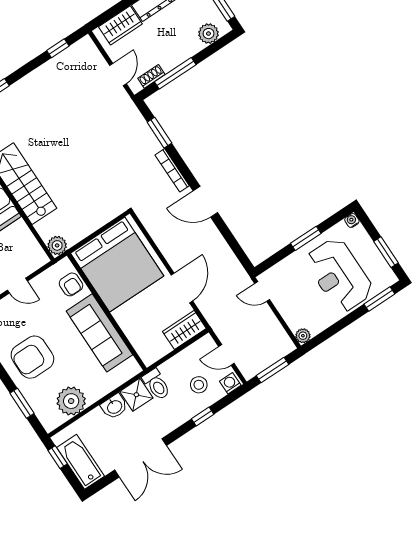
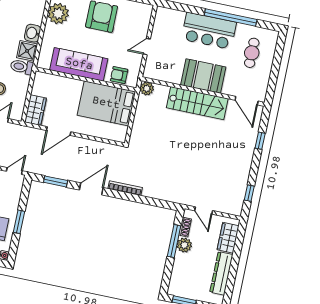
plant: (208, 34) -> (184, 245), moved
window: (159, 133) -> (56, 181), moved
bed: (117, 265) -> (106, 103), width x0.73
door: (182, 288) -> (59, 131), hinge flipped

